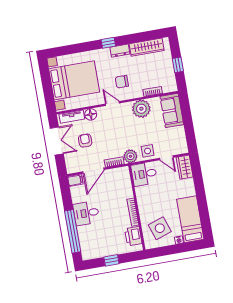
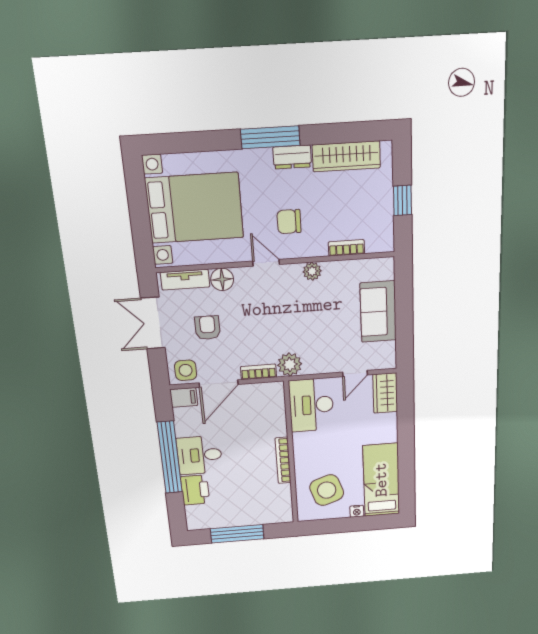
window: (108, 43) -> (270, 137), width x2.17
plant: (141, 109) -> (312, 271), width x0.53, depth x0.53
sofa: (172, 110) -> (378, 312), moved
double door: (57, 141) -> (153, 323), swing flipped
side table: (148, 151) -> (186, 370), moved
door: (166, 158) -> (355, 374), hinge flipped
desk: (144, 174) -> (311, 405), width x1.37
window: (73, 231) -> (170, 457), moved
printer: (133, 236) -> (195, 490), moved, turned 180
window: (111, 260) -> (237, 534), width x2.17

